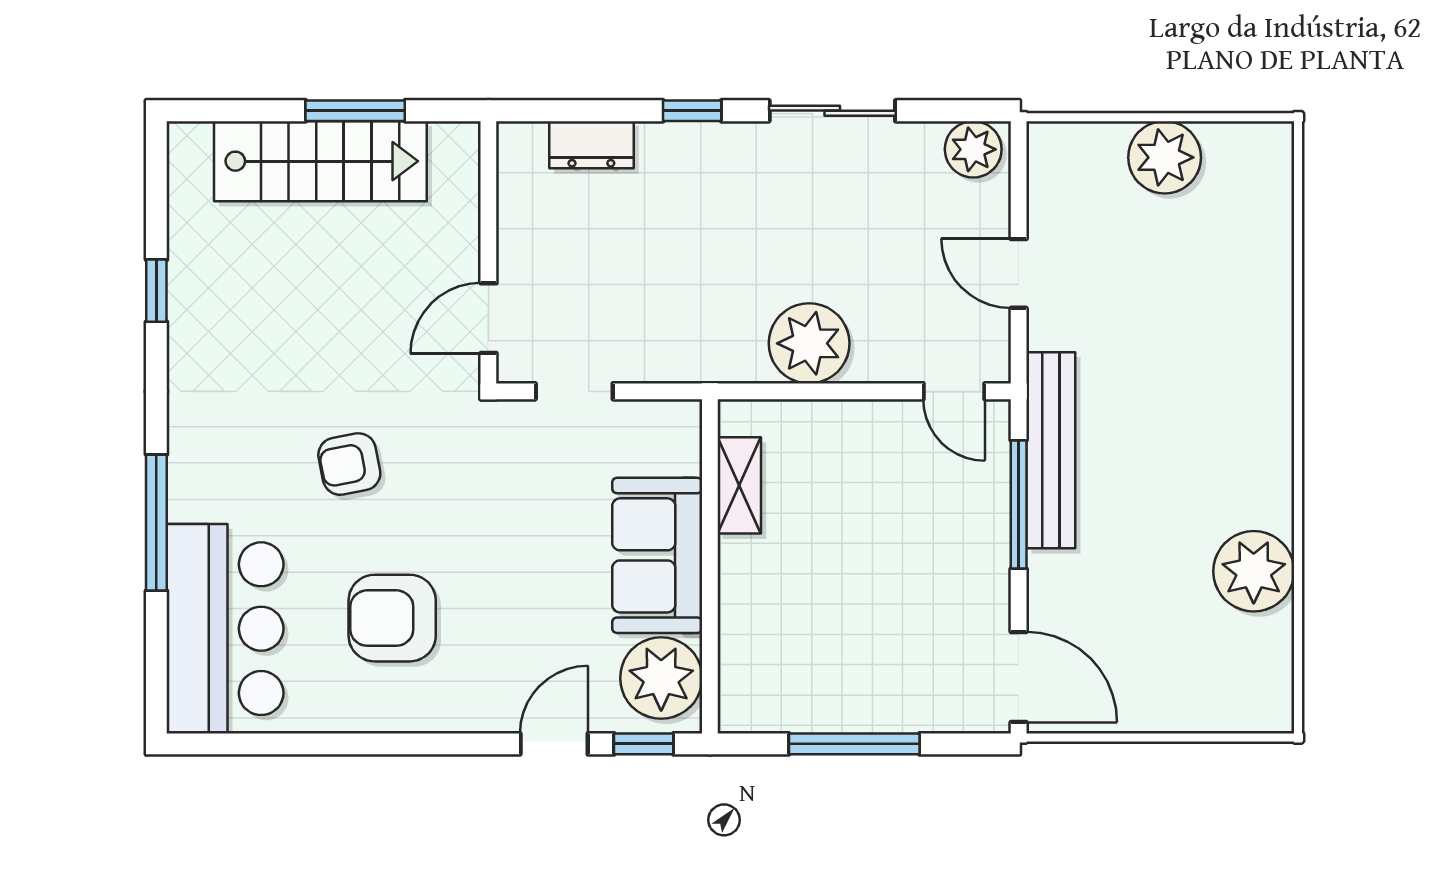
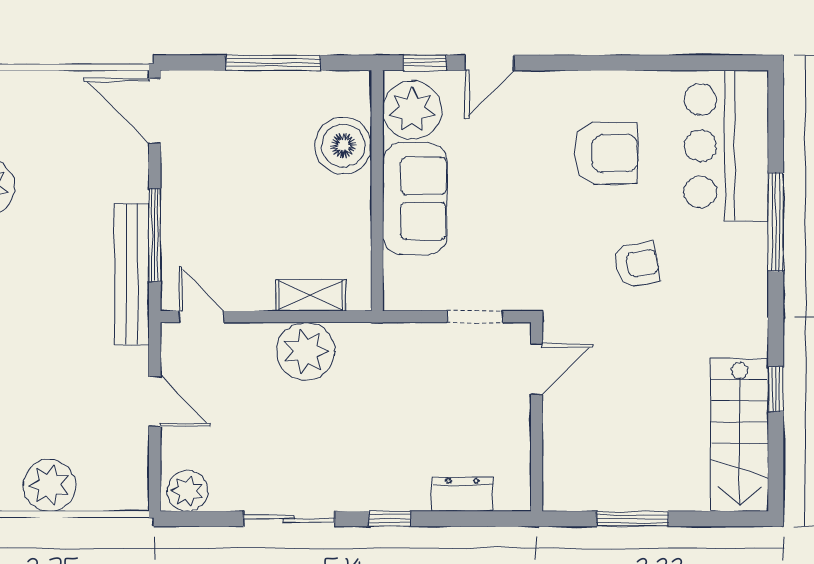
stairs: (320, 161) -> (739, 435), moved, turned -90
shelving: (739, 485) -> (311, 295), moved, turned 90
boiler: (757, 629) -> (343, 146), added

